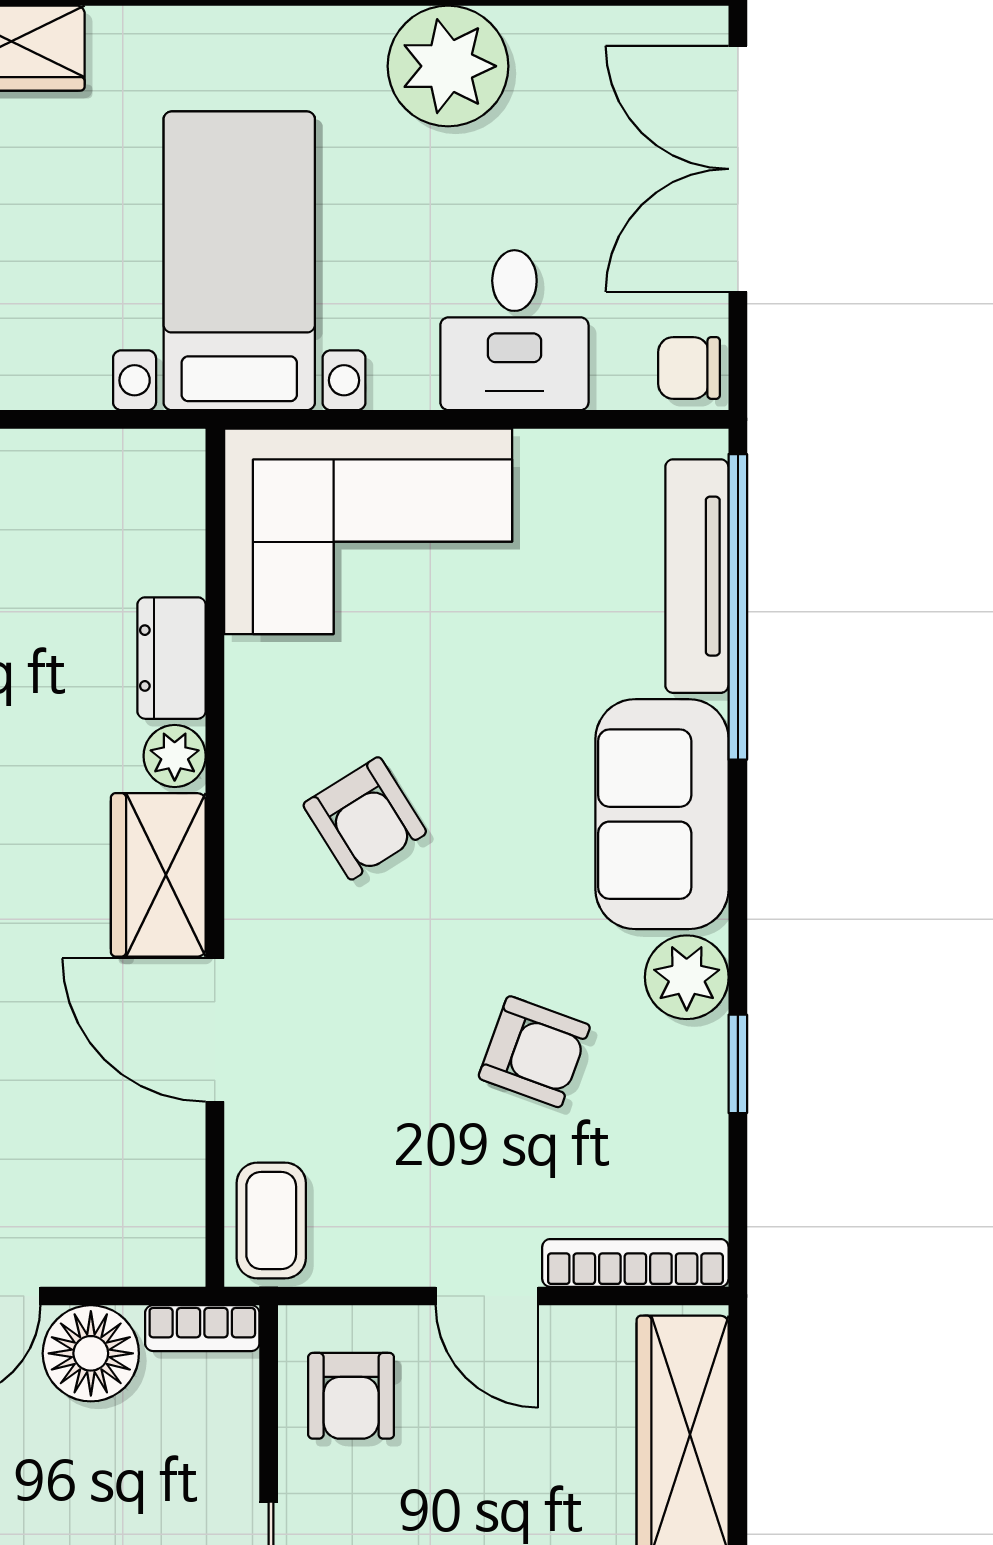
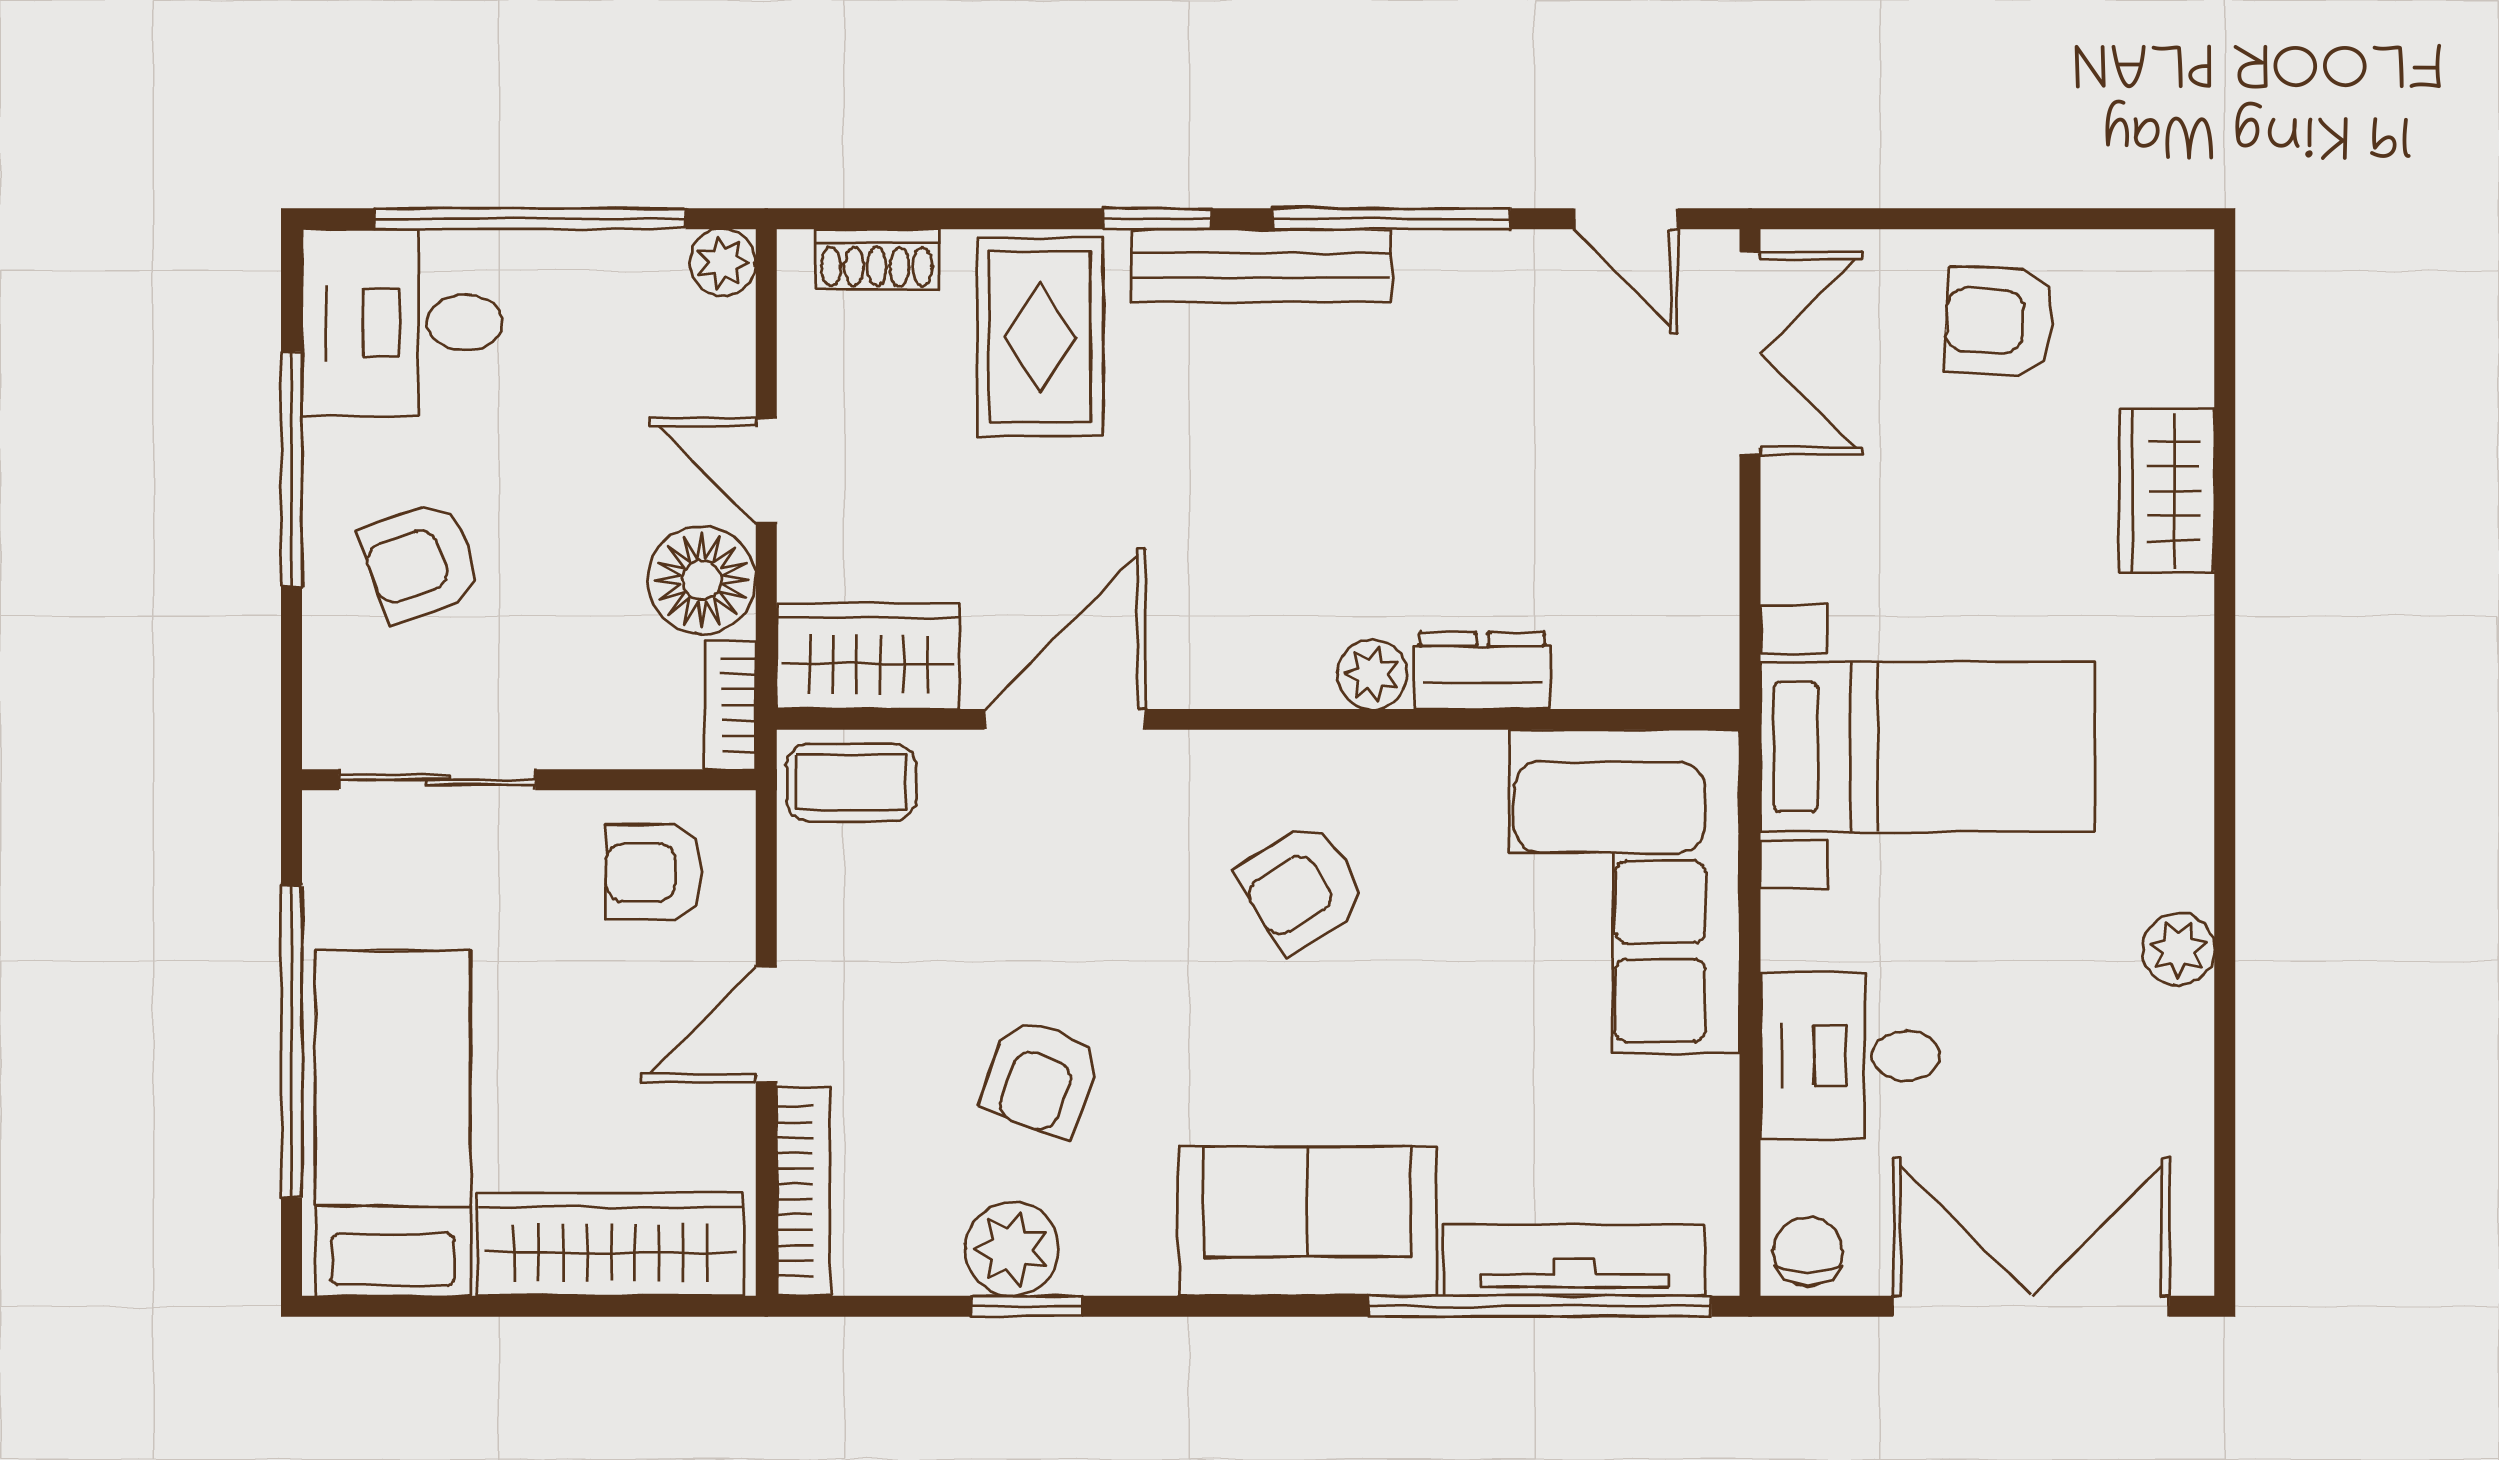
plant: (448, 66) -> (2178, 949), width x0.53, depth x0.53
wardrobe: (158, 875) -> (868, 656), moved
plant: (687, 977) -> (1012, 1249), moved

